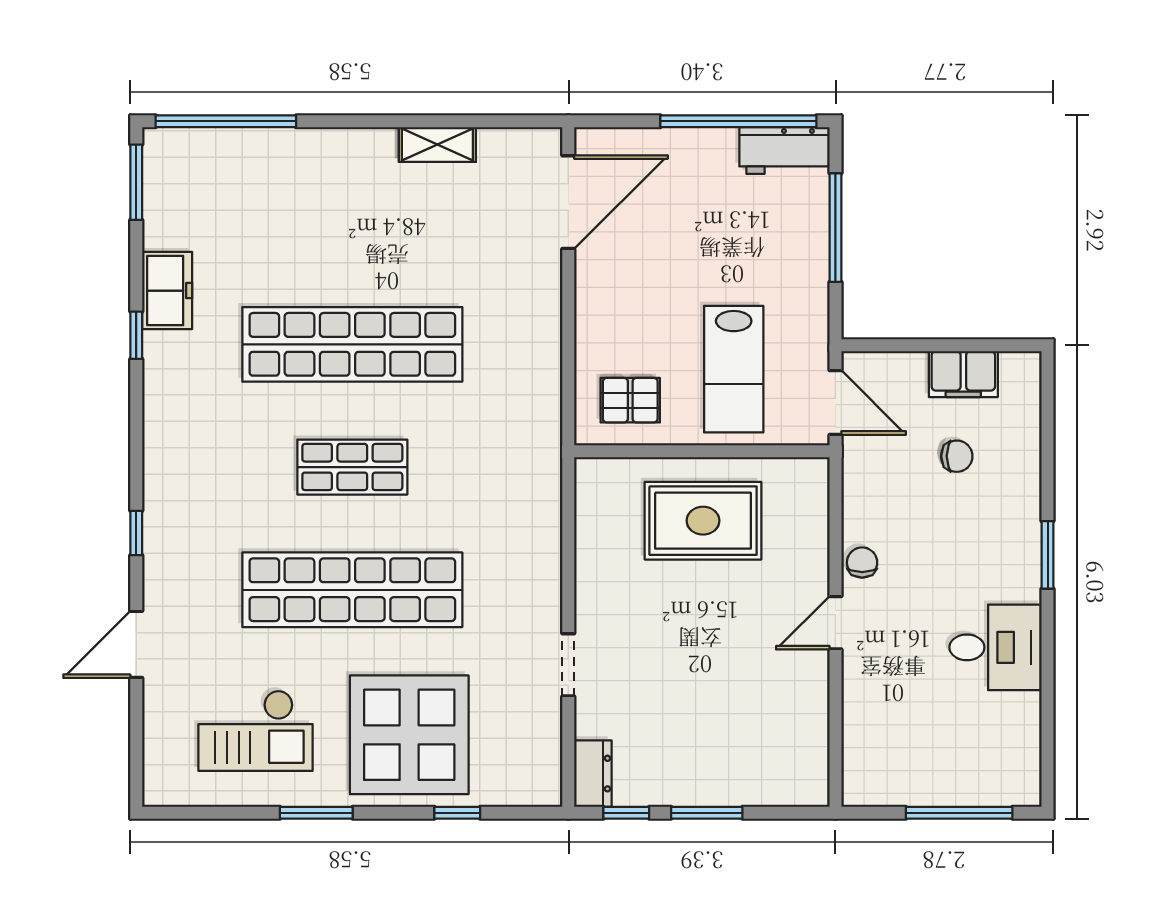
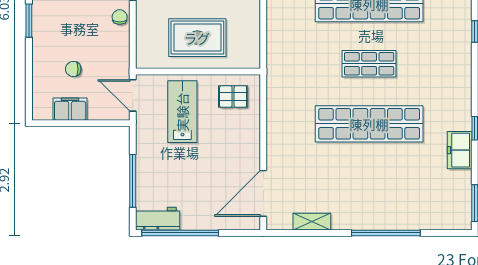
window: (226, 121) -> (386, 233), moved
shelving: (437, 145) -> (312, 222), moved
chair: (862, 563) -> (120, 17), turned 180

